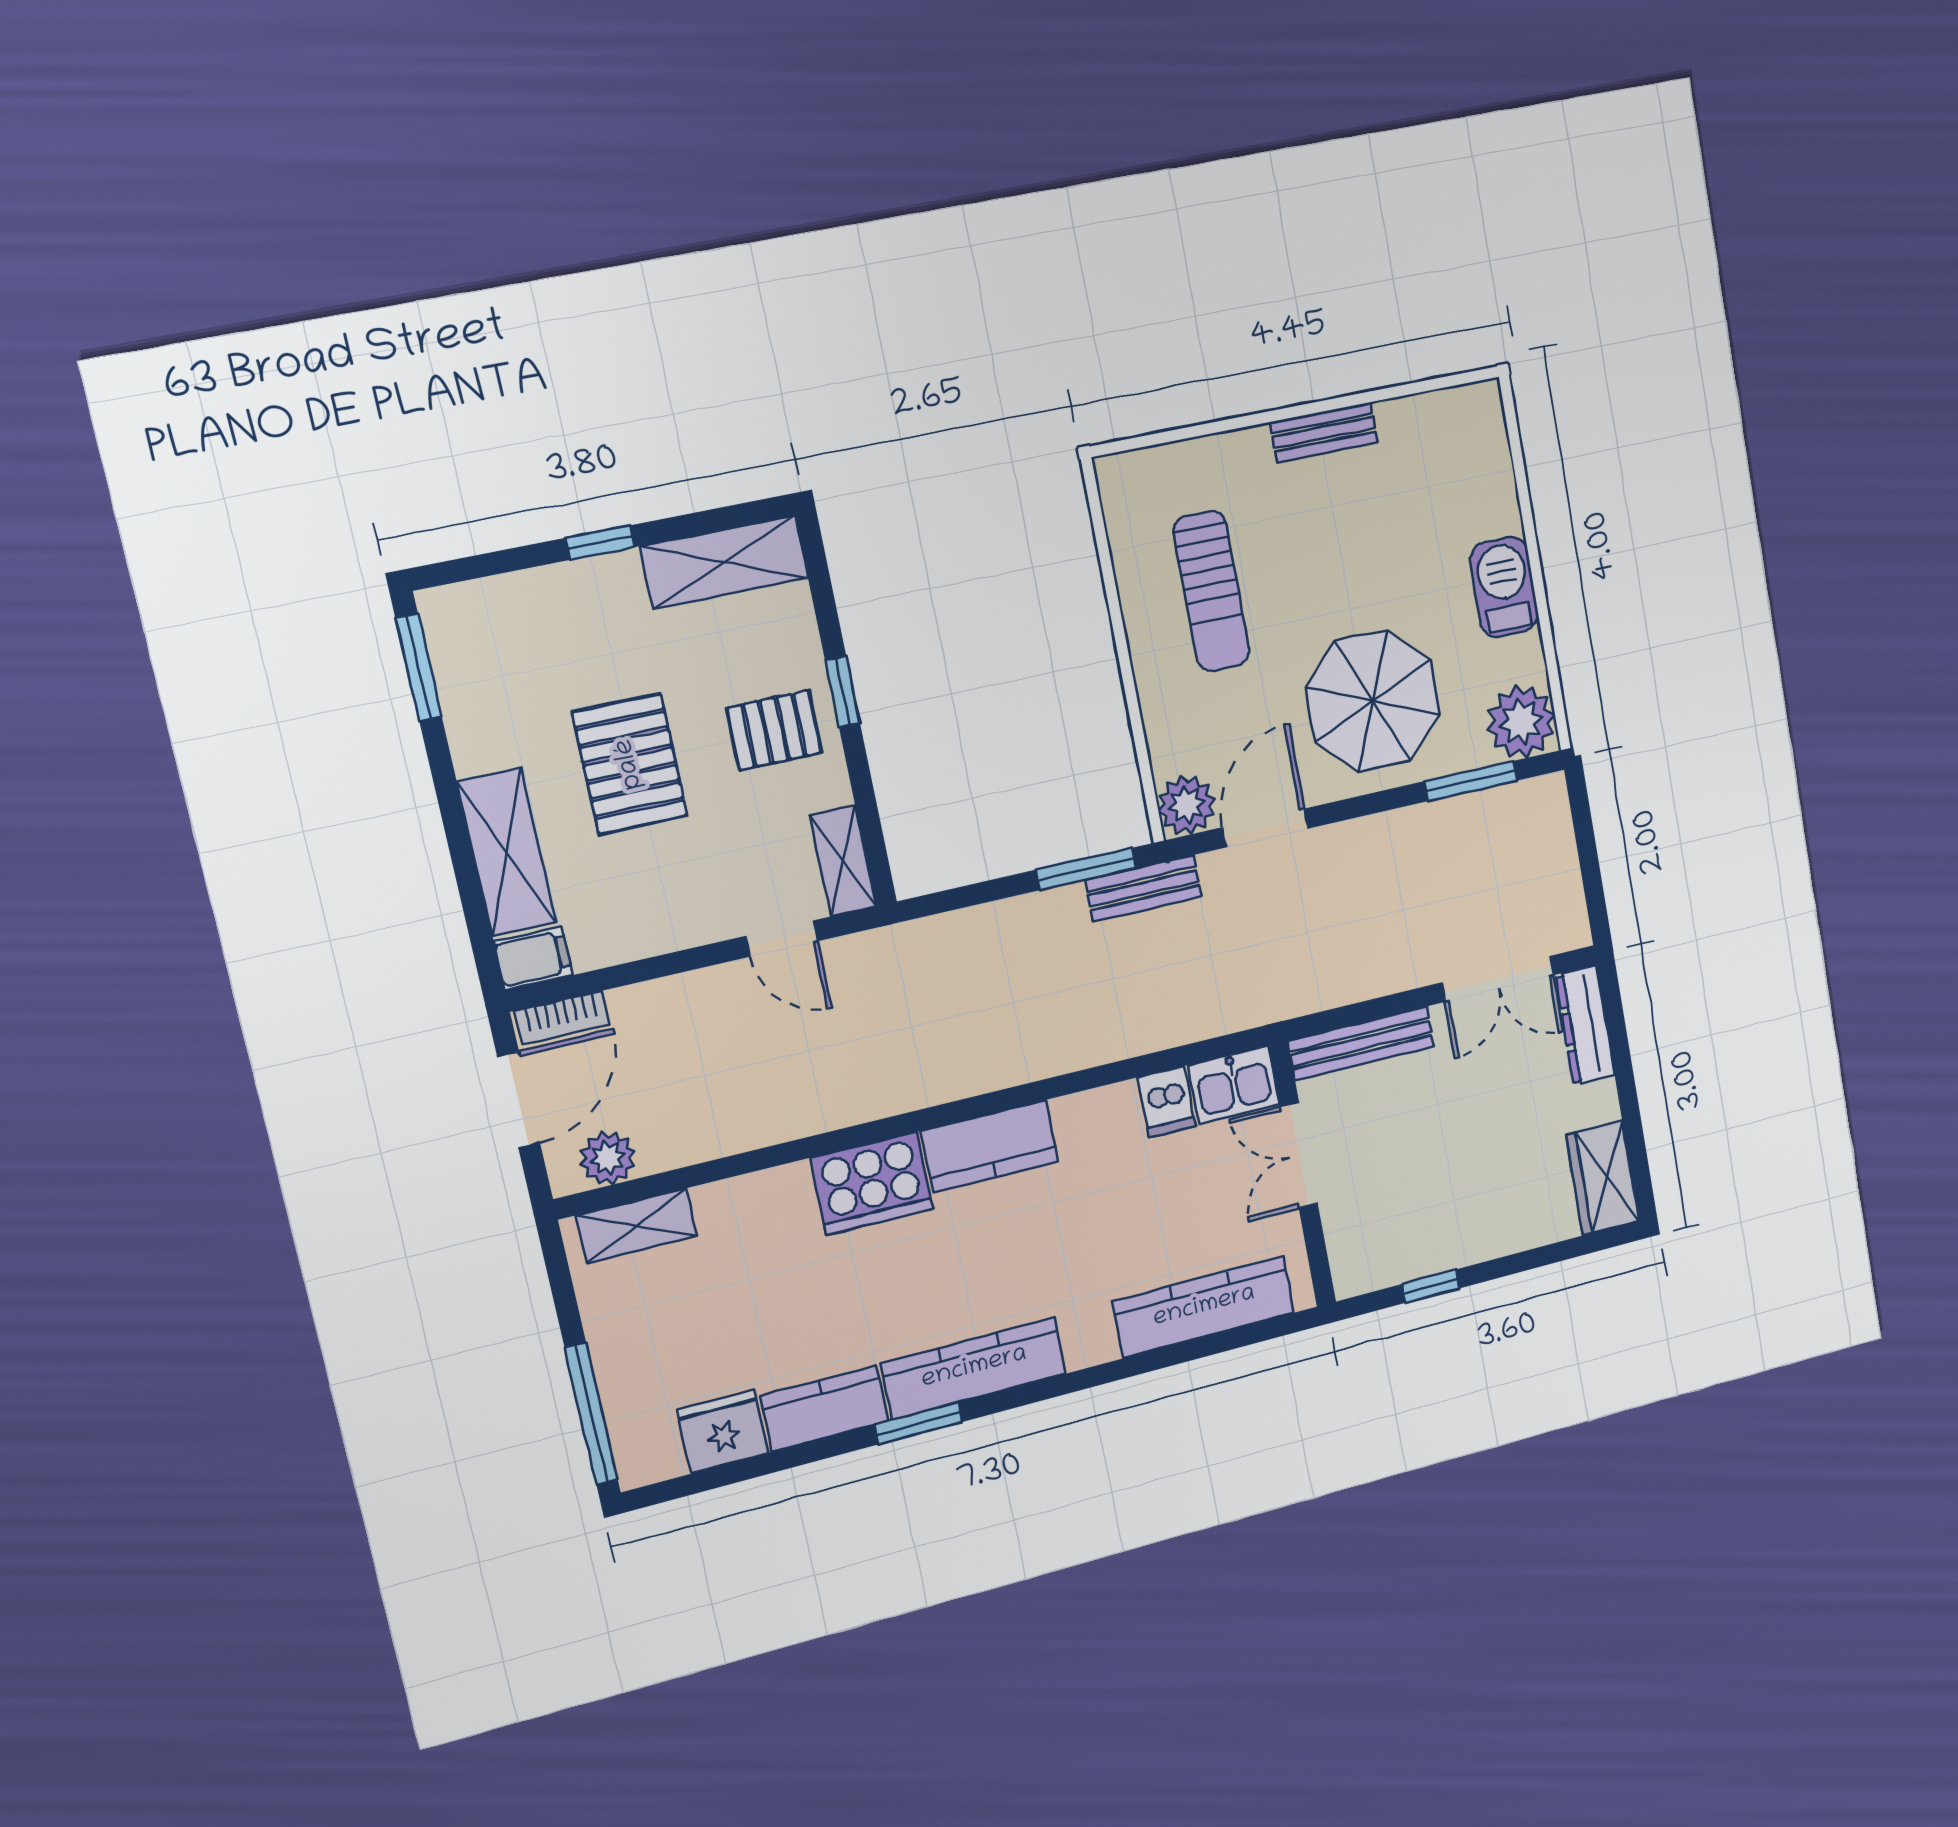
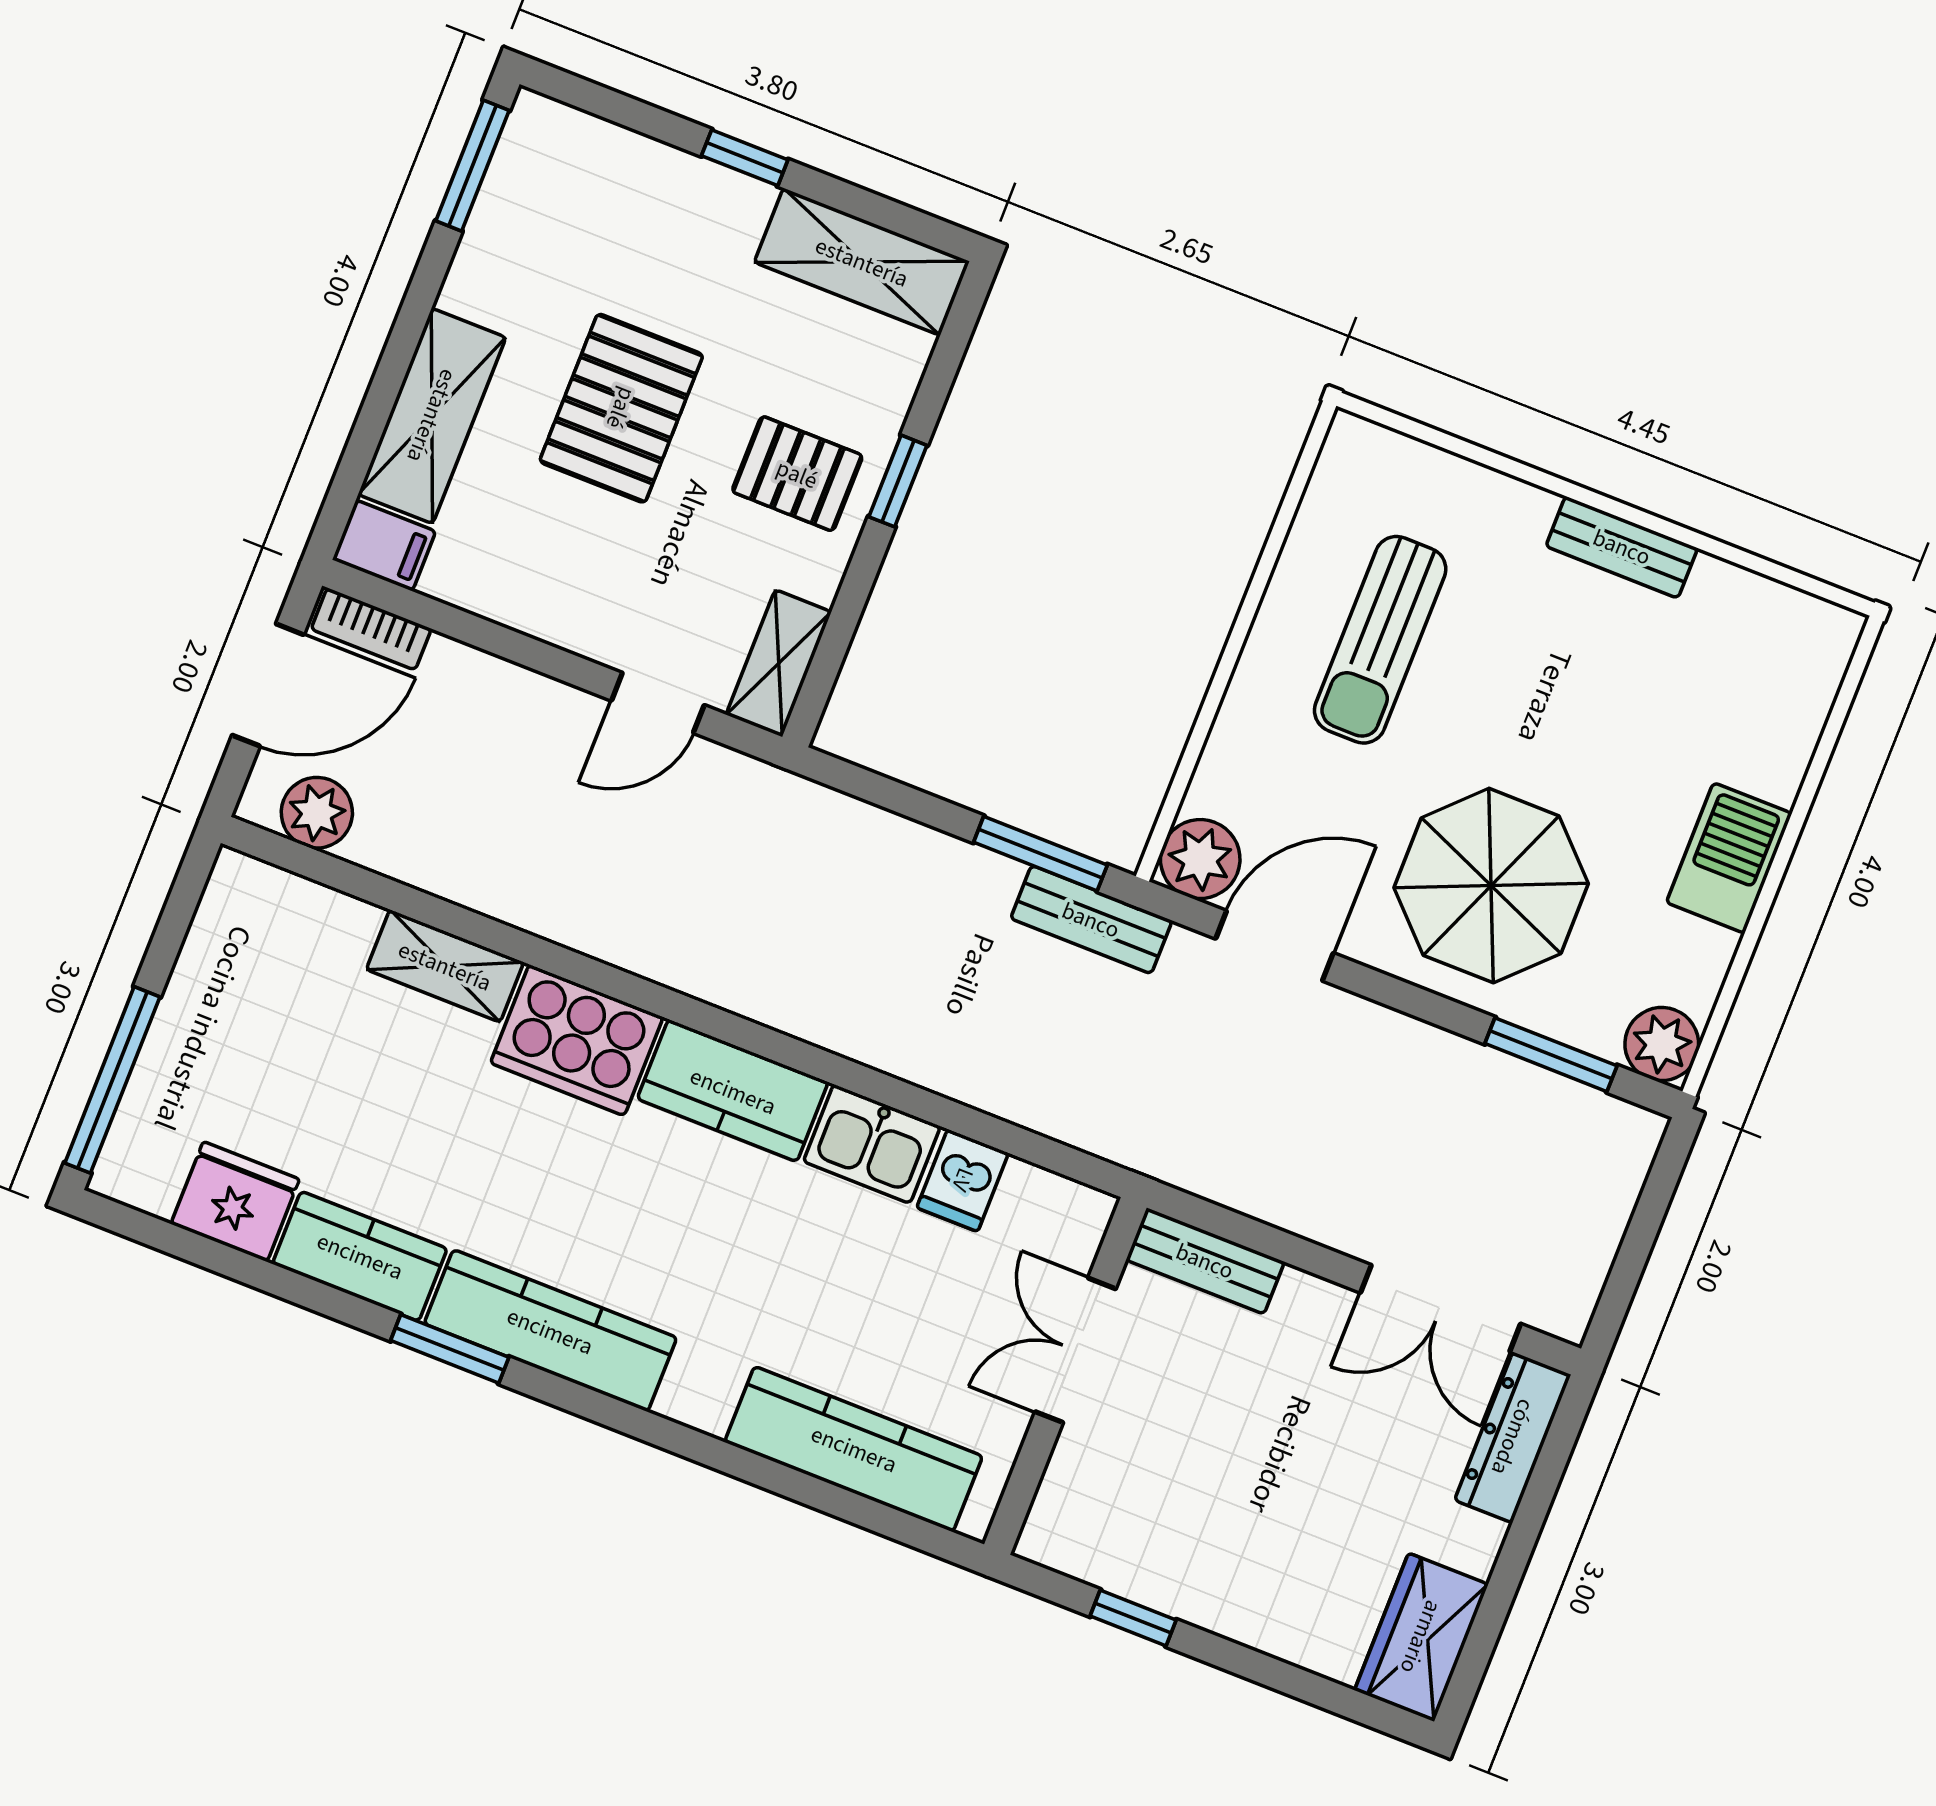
plant: (1521, 722) -> (1662, 1044), width x0.73, depth x0.73
door: (782, 938) -> (658, 703), hinge flipped
bench: (1361, 1043) -> (1205, 1261), width x0.73
kitchen sink: (1234, 1085) -> (872, 1144), moved
shelving: (637, 1226) -> (445, 966), moved

